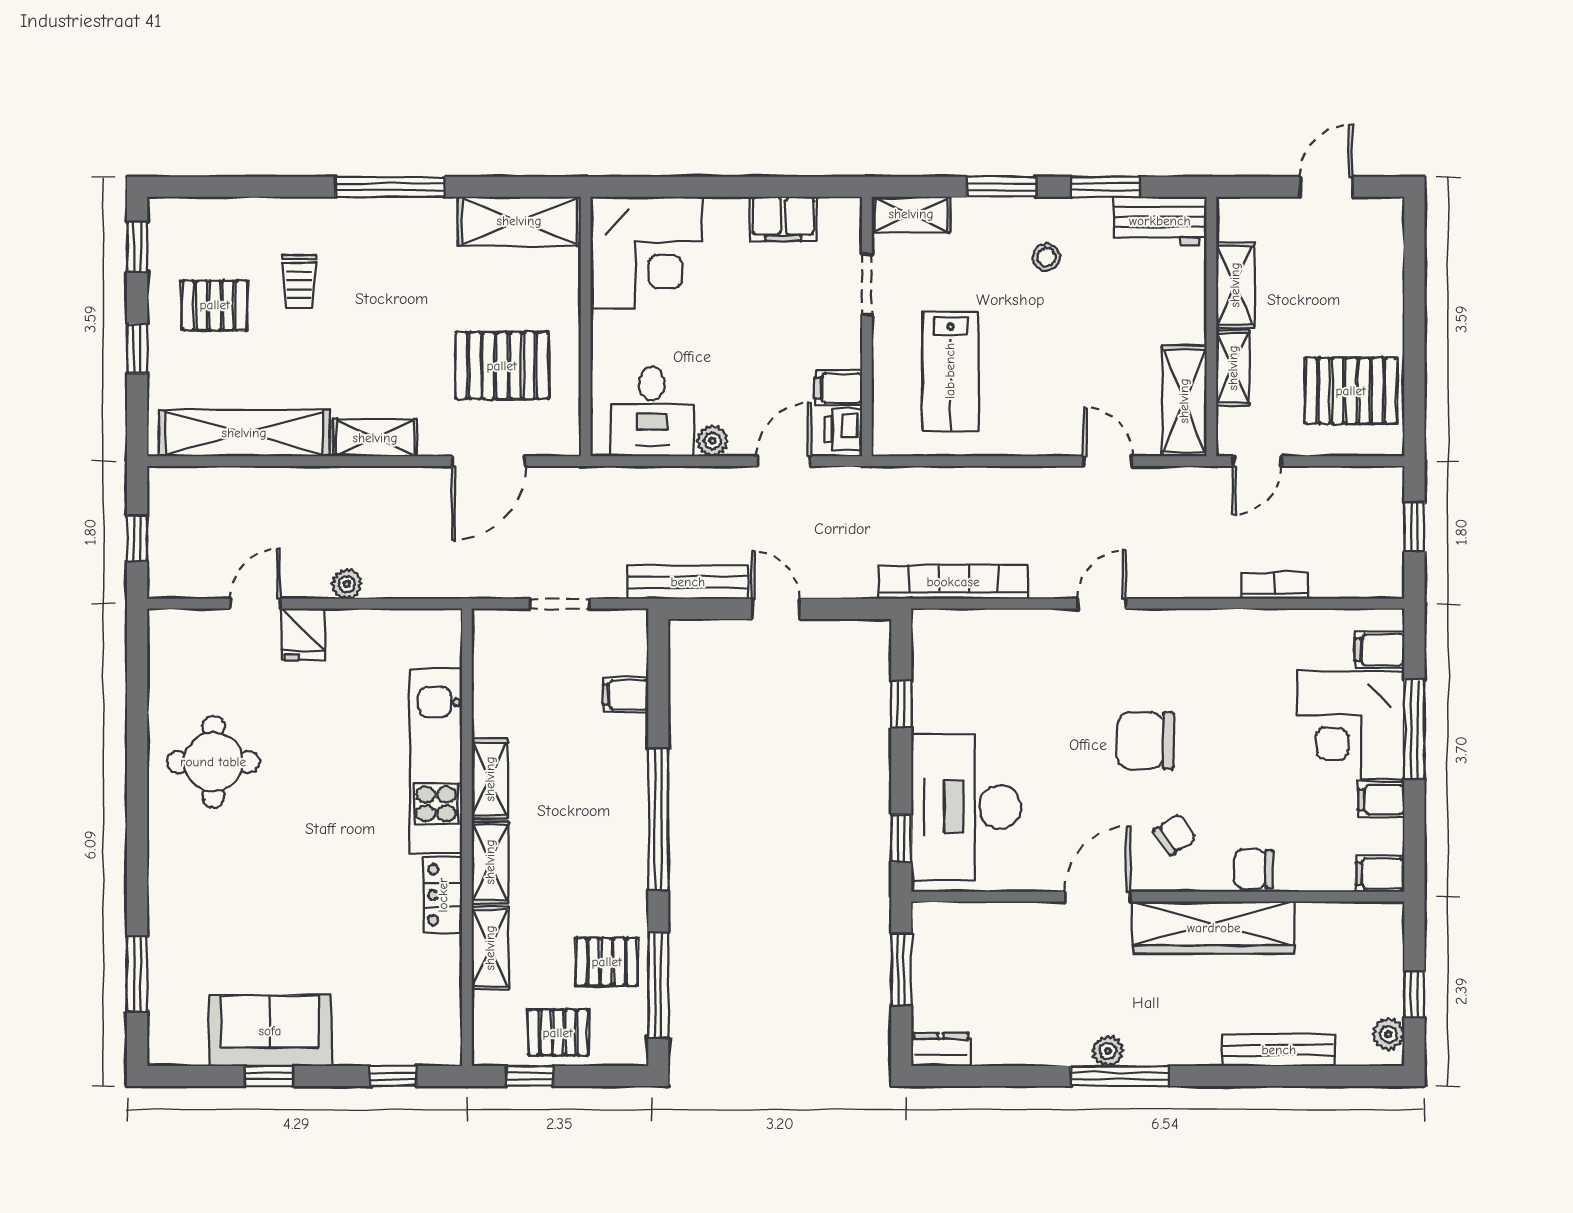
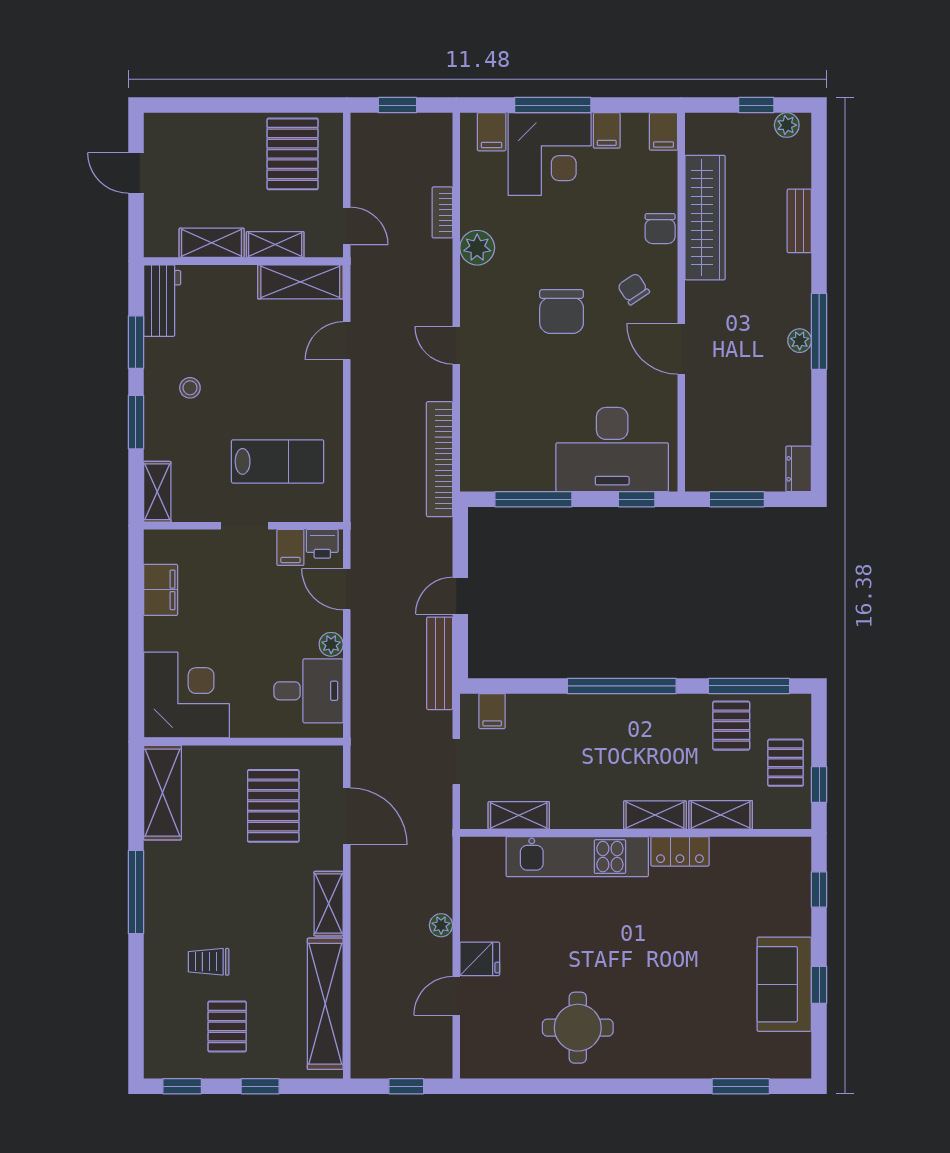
trolley: (299, 281) -> (209, 962), turned 180
doorway: (867, 284) -> (245, 526), moved
door: (255, 604) -> (456, 996), hinge flipped
plant: (1229, 631) -> (477, 248), added
filing cabinet: (625, 695) -> (492, 711), moved
window: (901, 704) -> (533, 499), width x2.17
shelving: (490, 779) -> (519, 815), moved
wardrobe: (1214, 928) -> (705, 218), moved
bench: (1279, 1050) -> (799, 221), width x0.73

